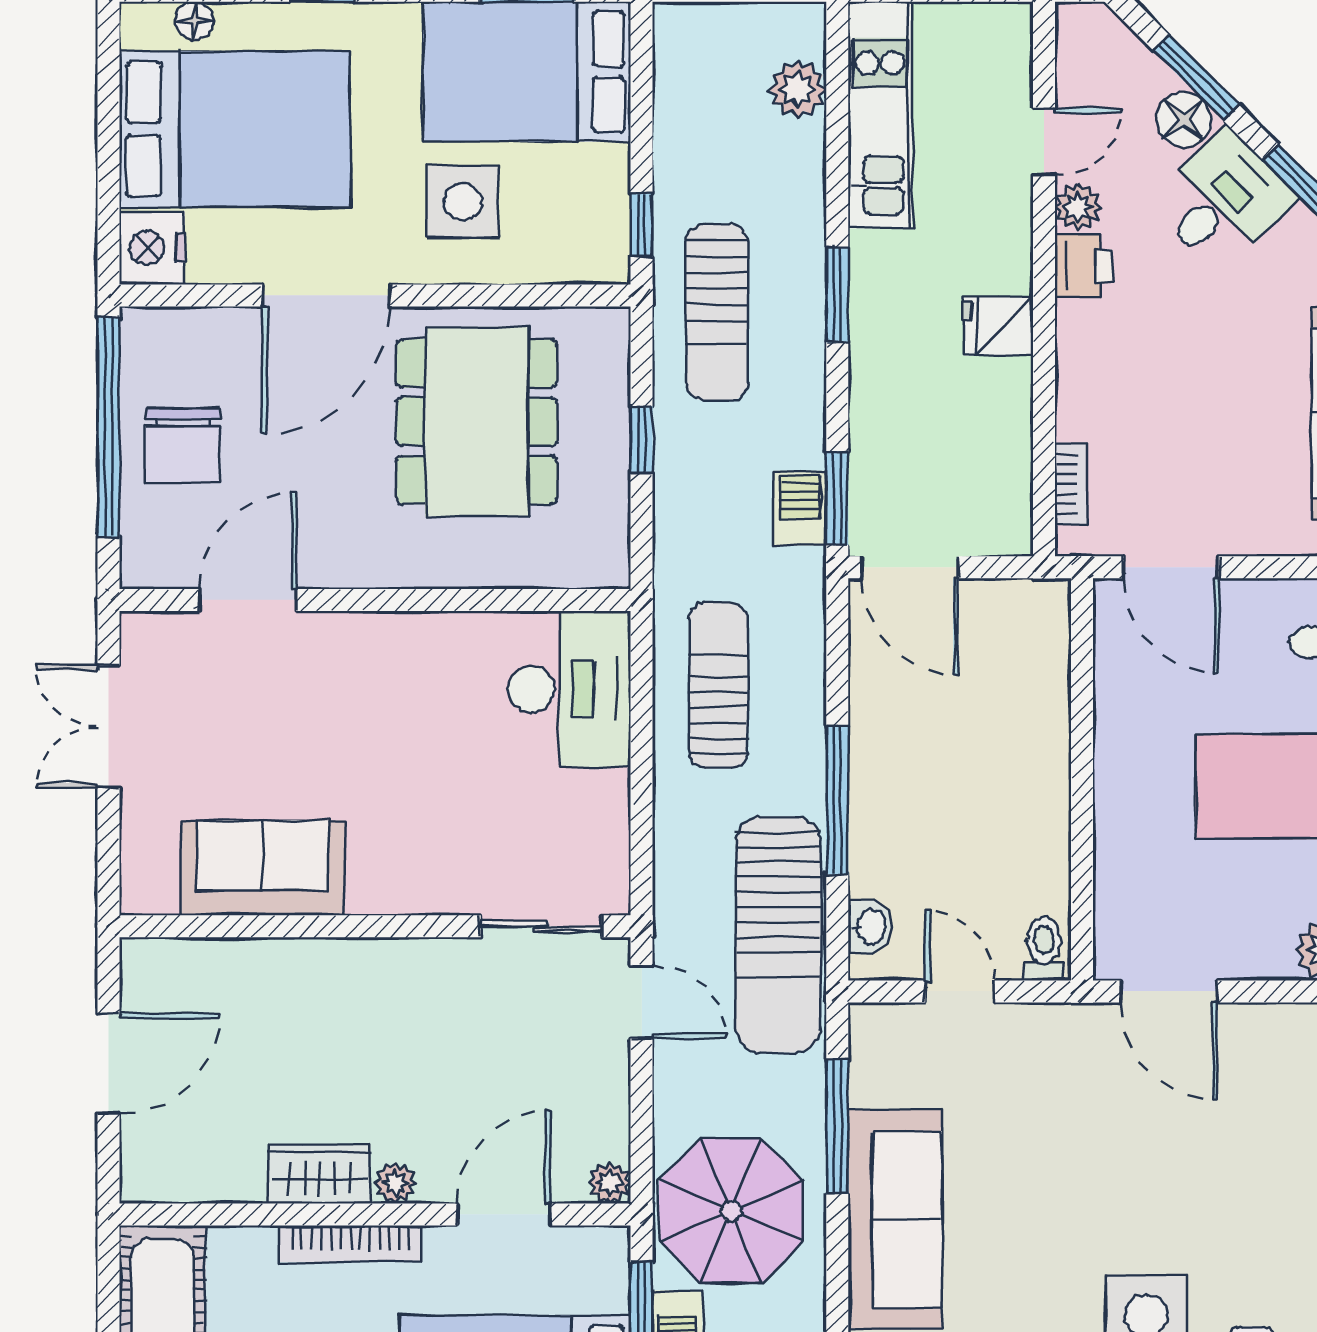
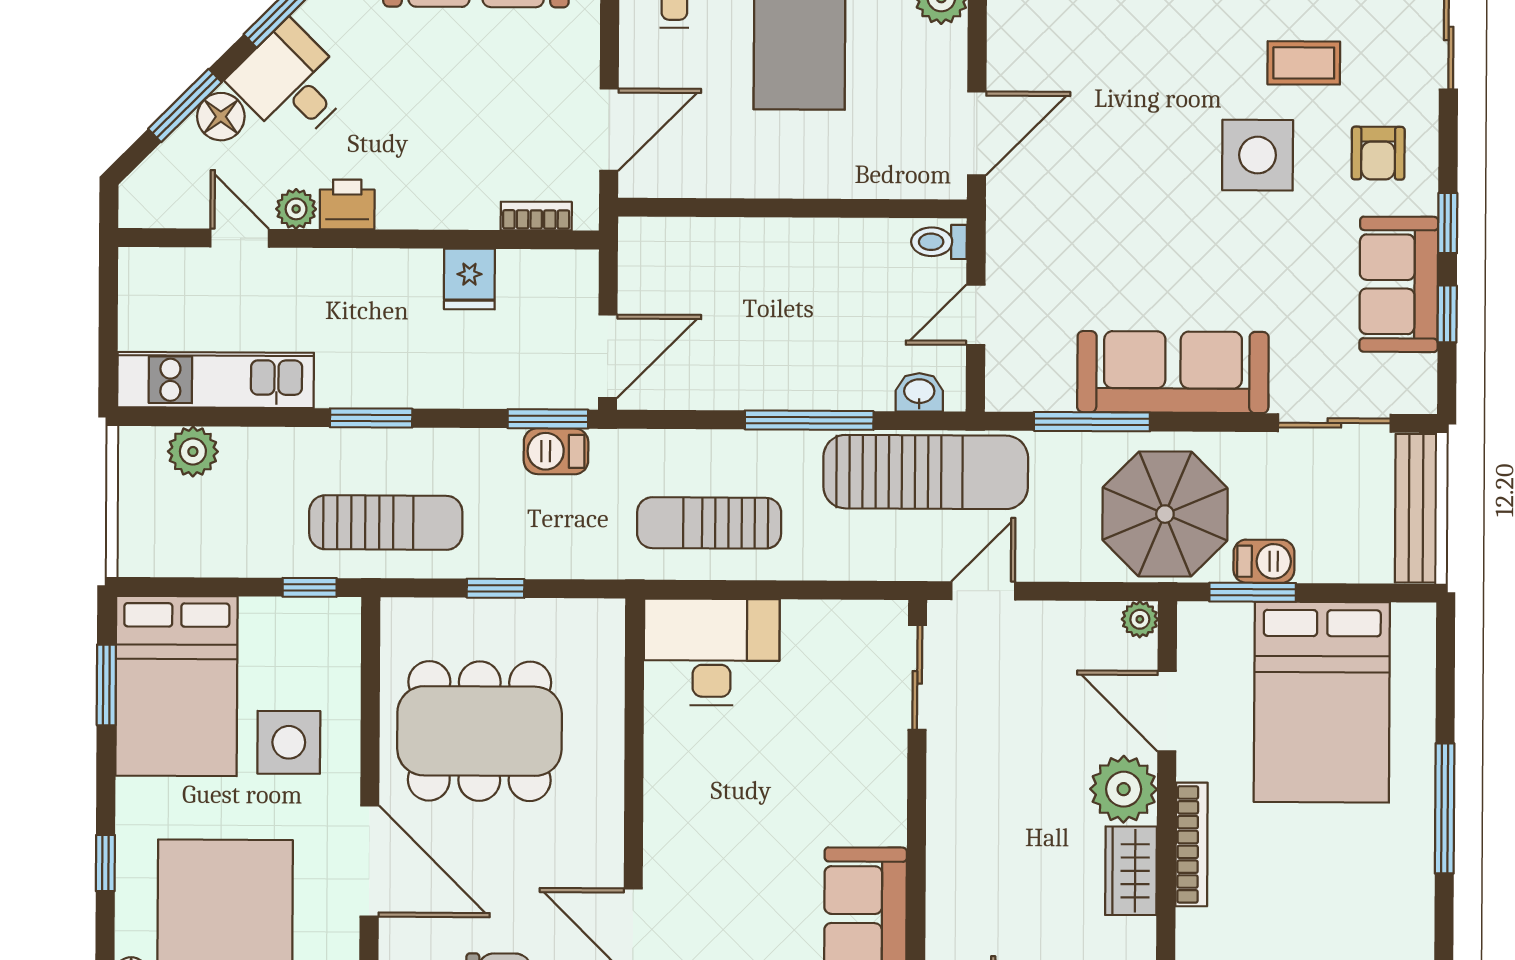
fridge: (998, 326) -> (469, 279), moved
plant: (396, 1183) -> (1124, 789), width x1.87, depth x1.87

